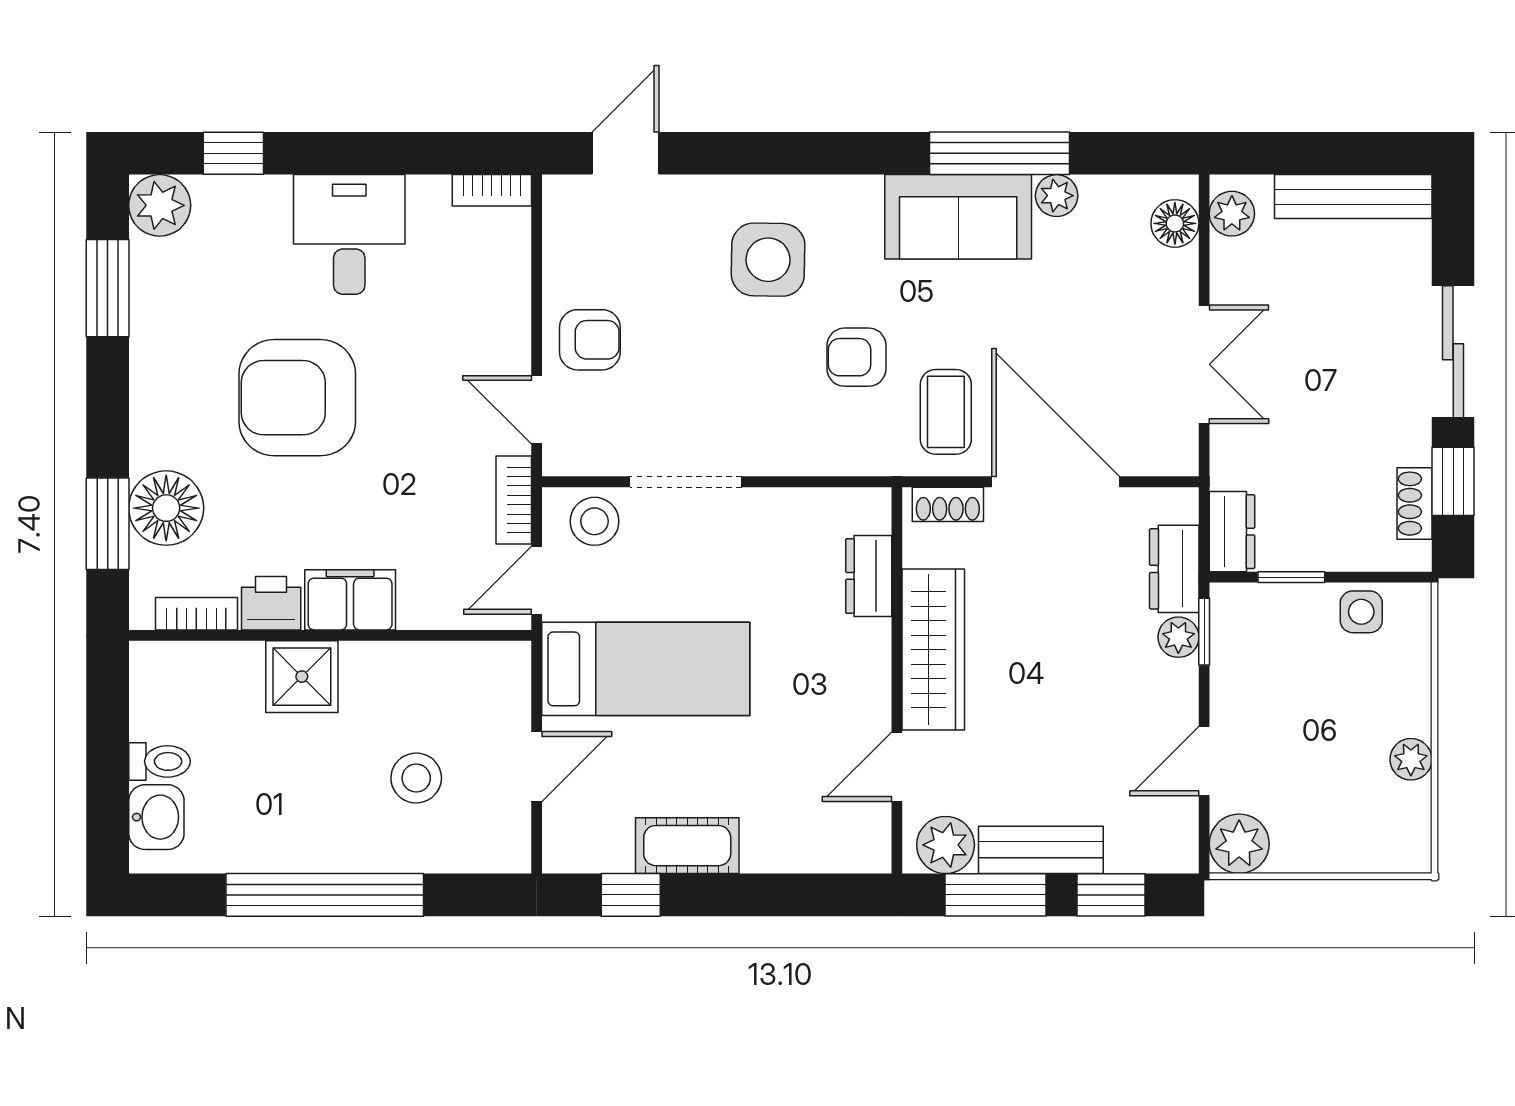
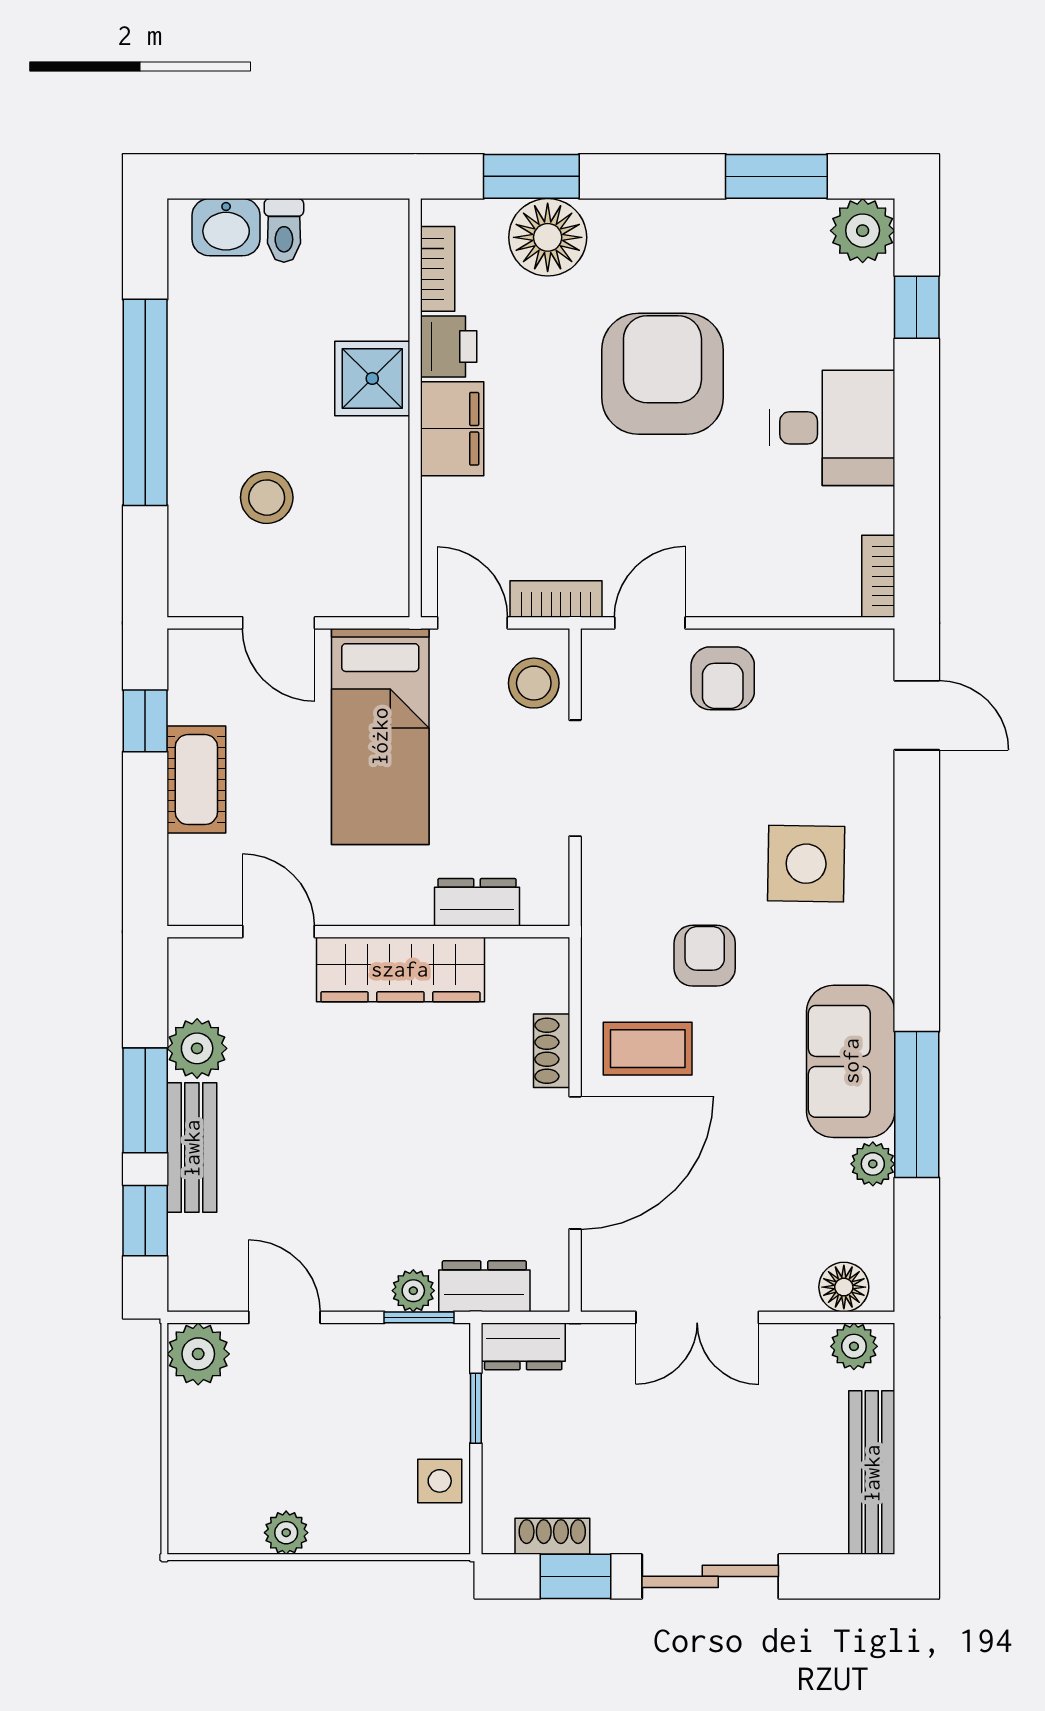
dresser: (869, 576) -> (477, 902), moved
wardrobe: (933, 650) -> (400, 969), moved
wall: (897, 680) -> (368, 932), moved
door: (897, 767) -> (278, 932), moved

